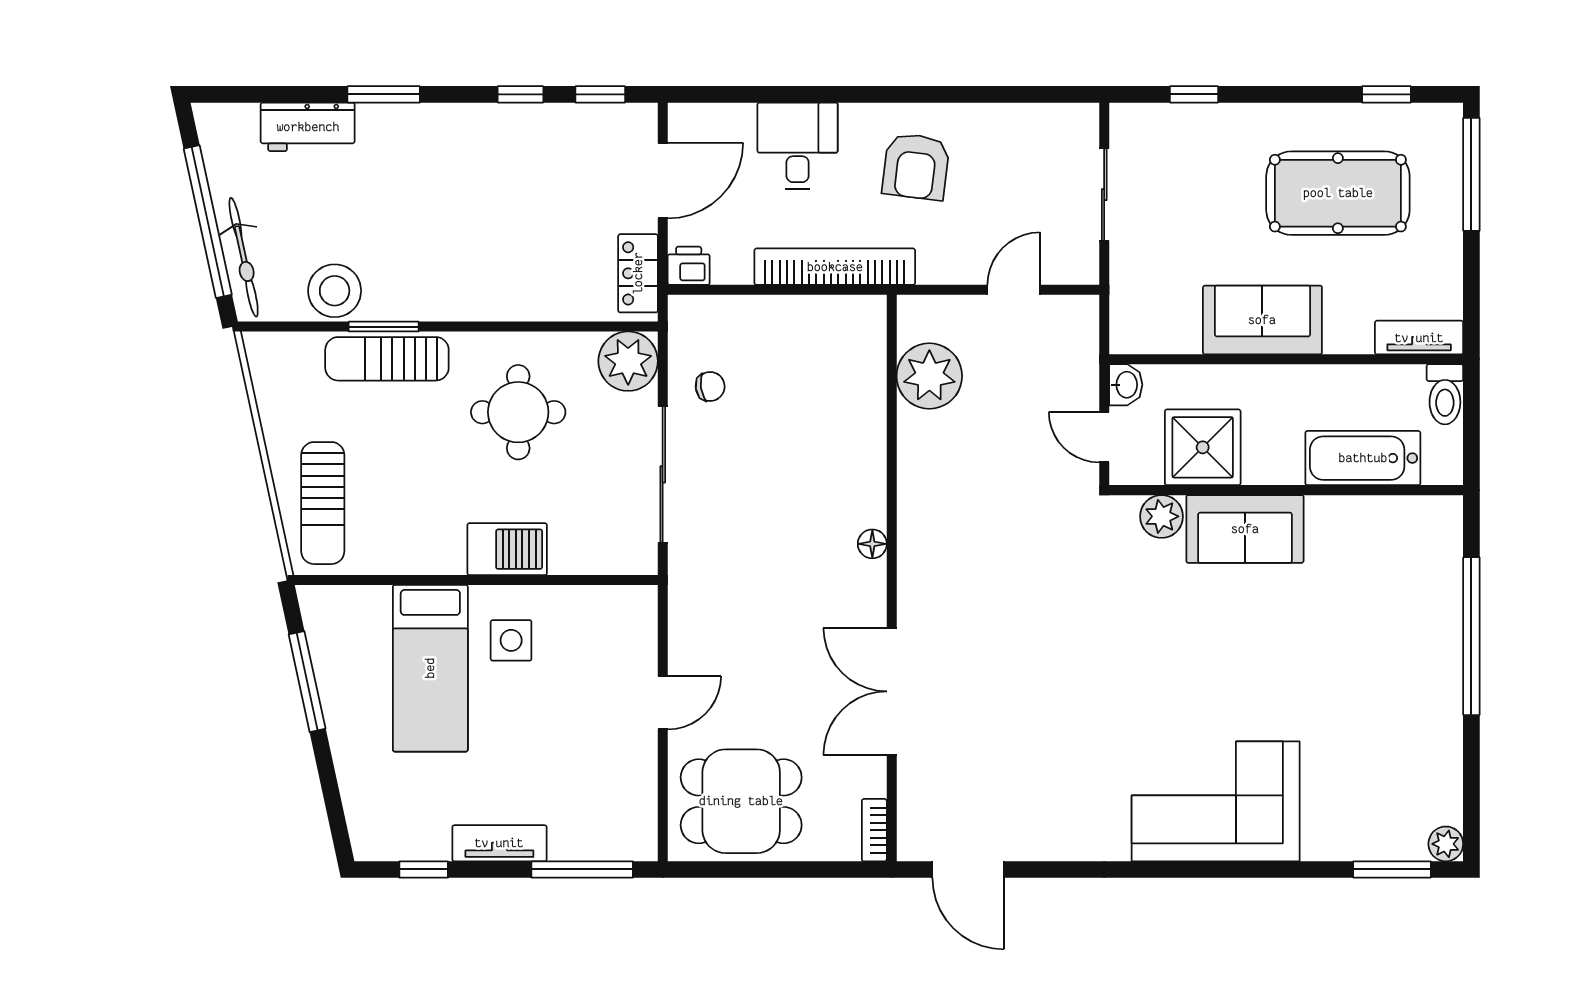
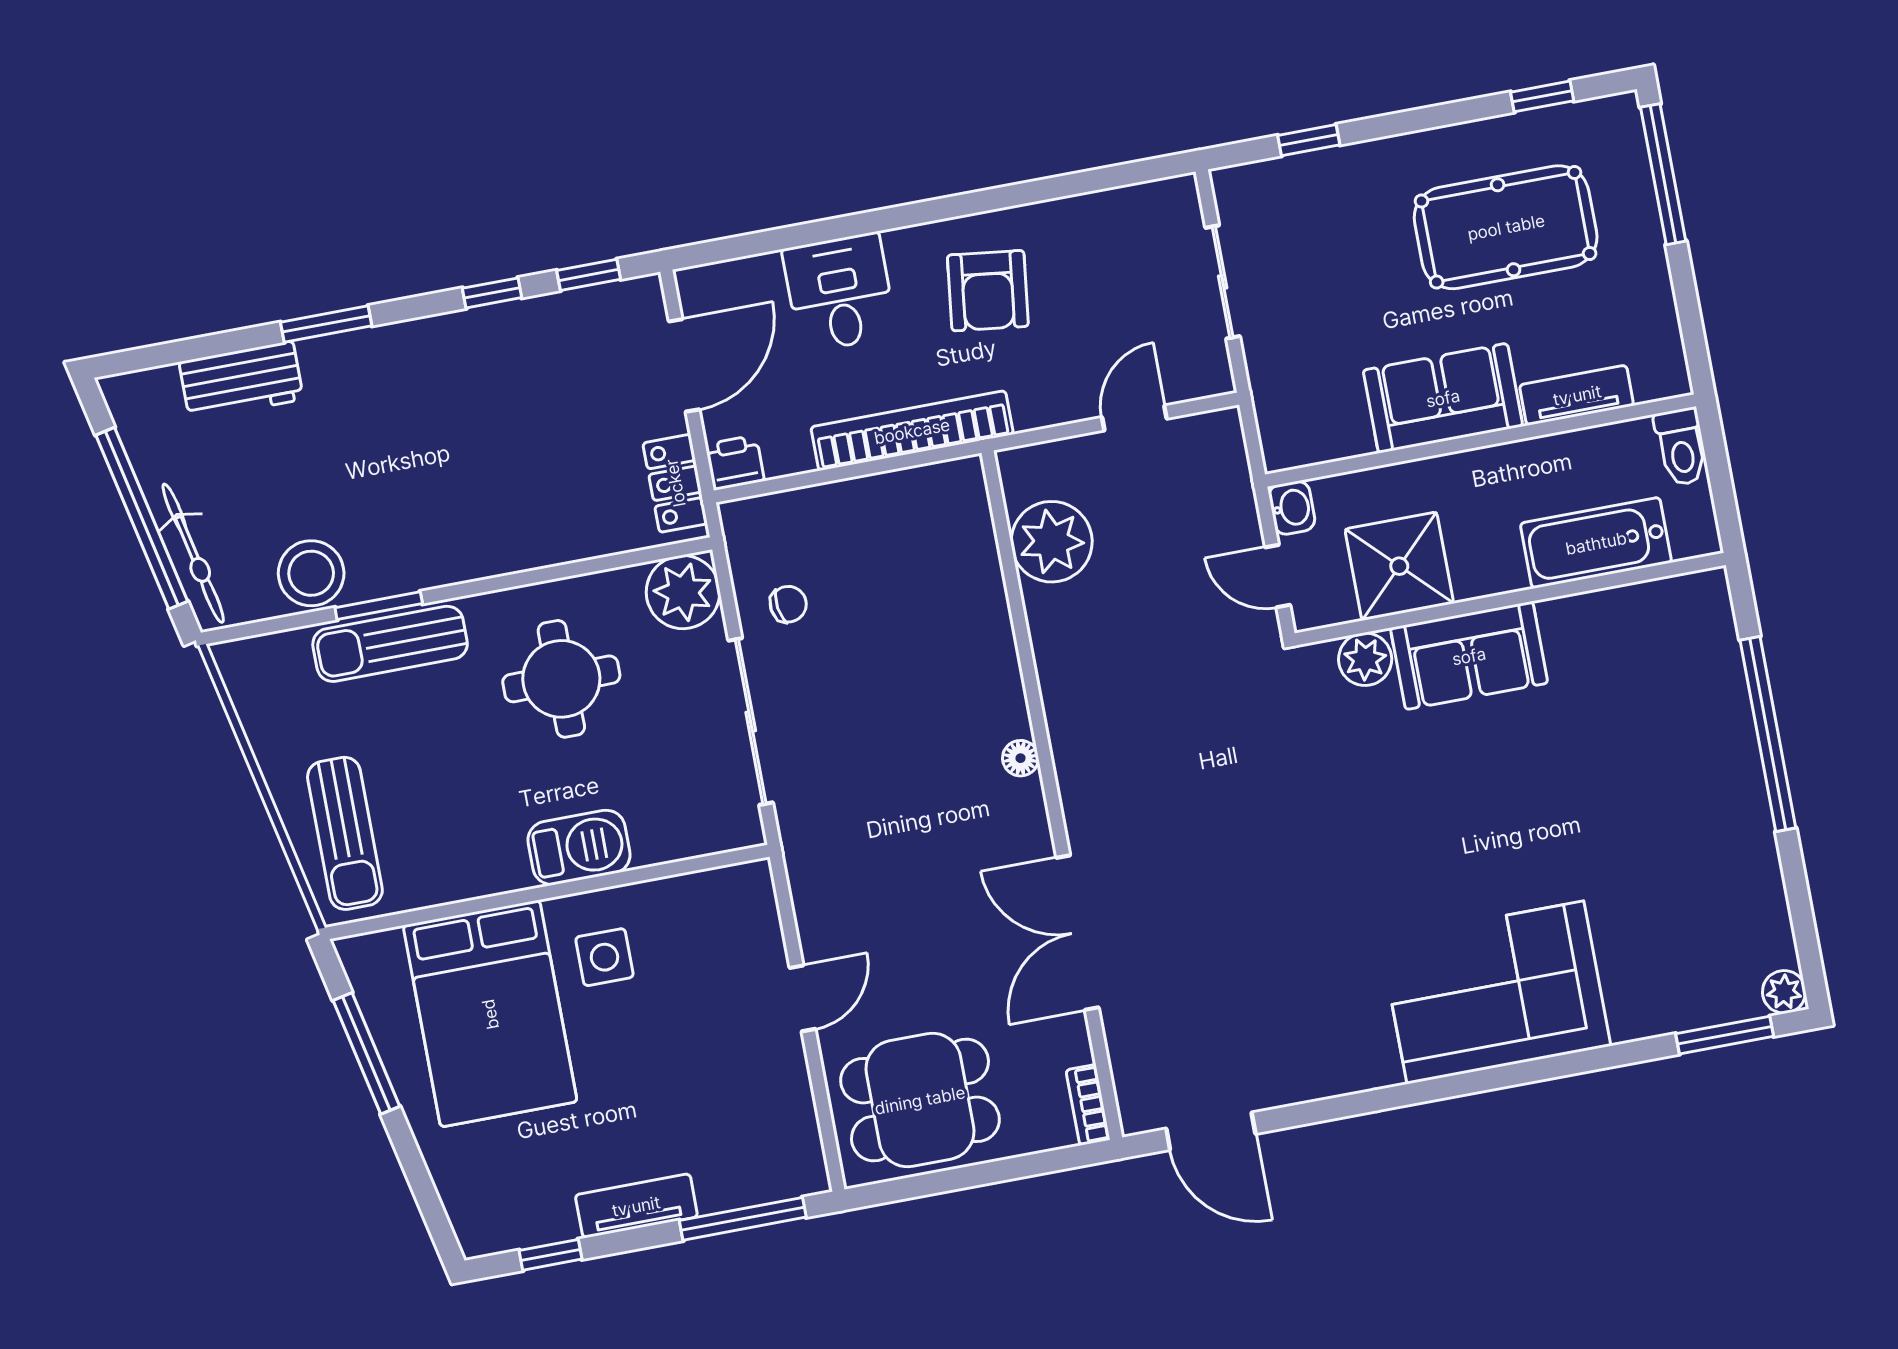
tv unit: (1419, 338) -> (1577, 395), moved
bed: (430, 668) -> (490, 1014), width x1.50

